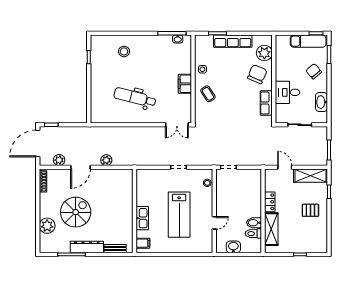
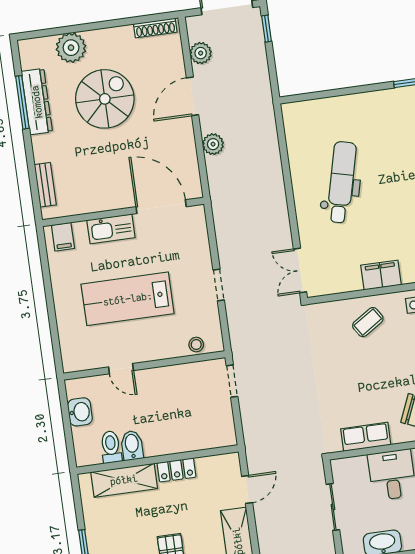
door: (80, 167) -> (193, 96), hinge flipped
door: (135, 191) -> (161, 207), added
spiral stairs: (76, 212) -> (105, 99), turned -90
dresser: (87, 247) -> (37, 102), moved

